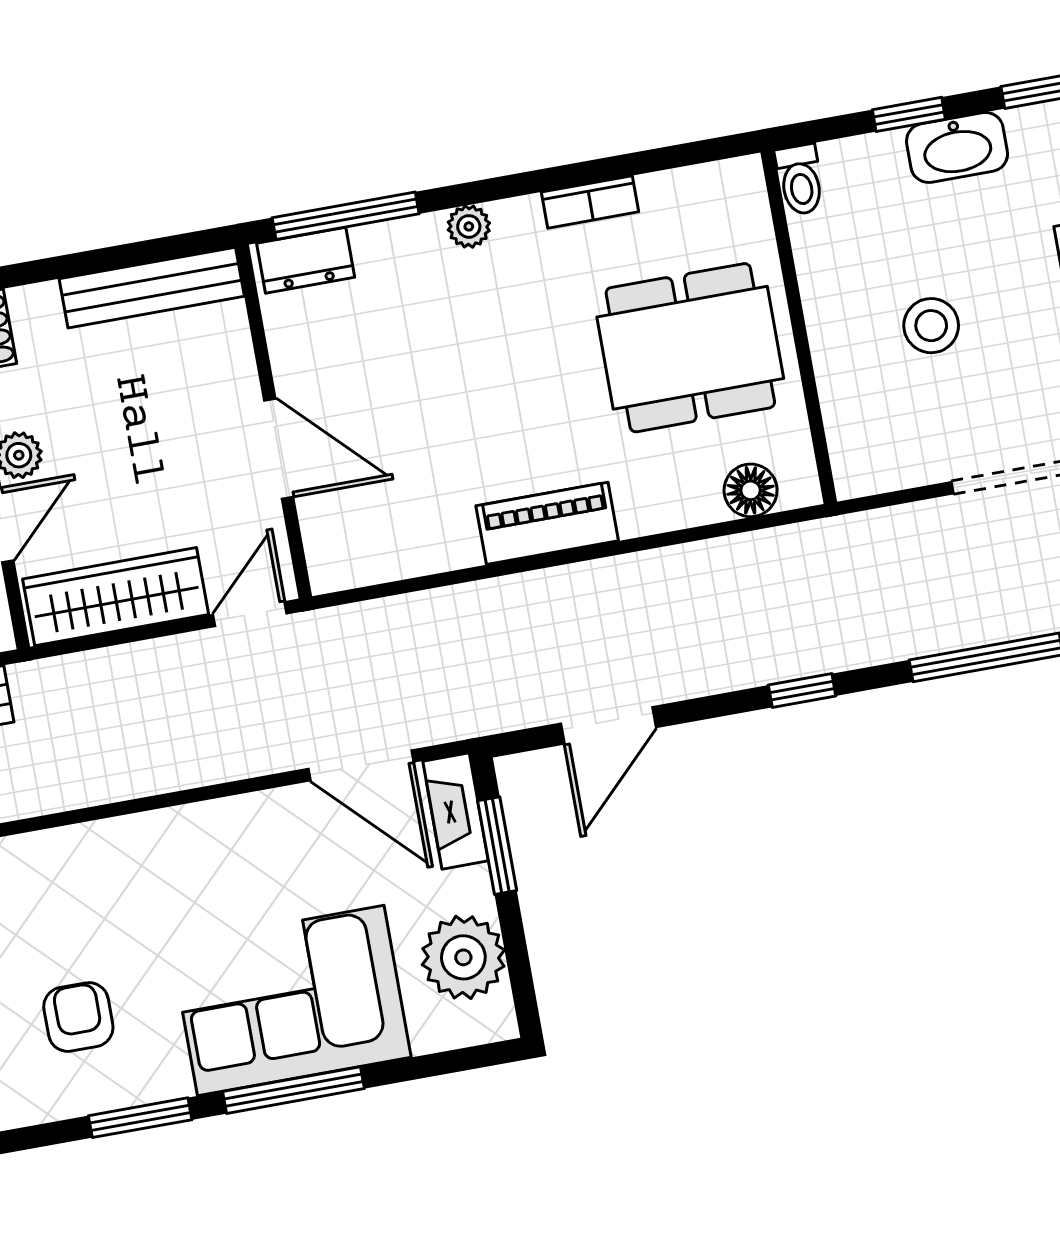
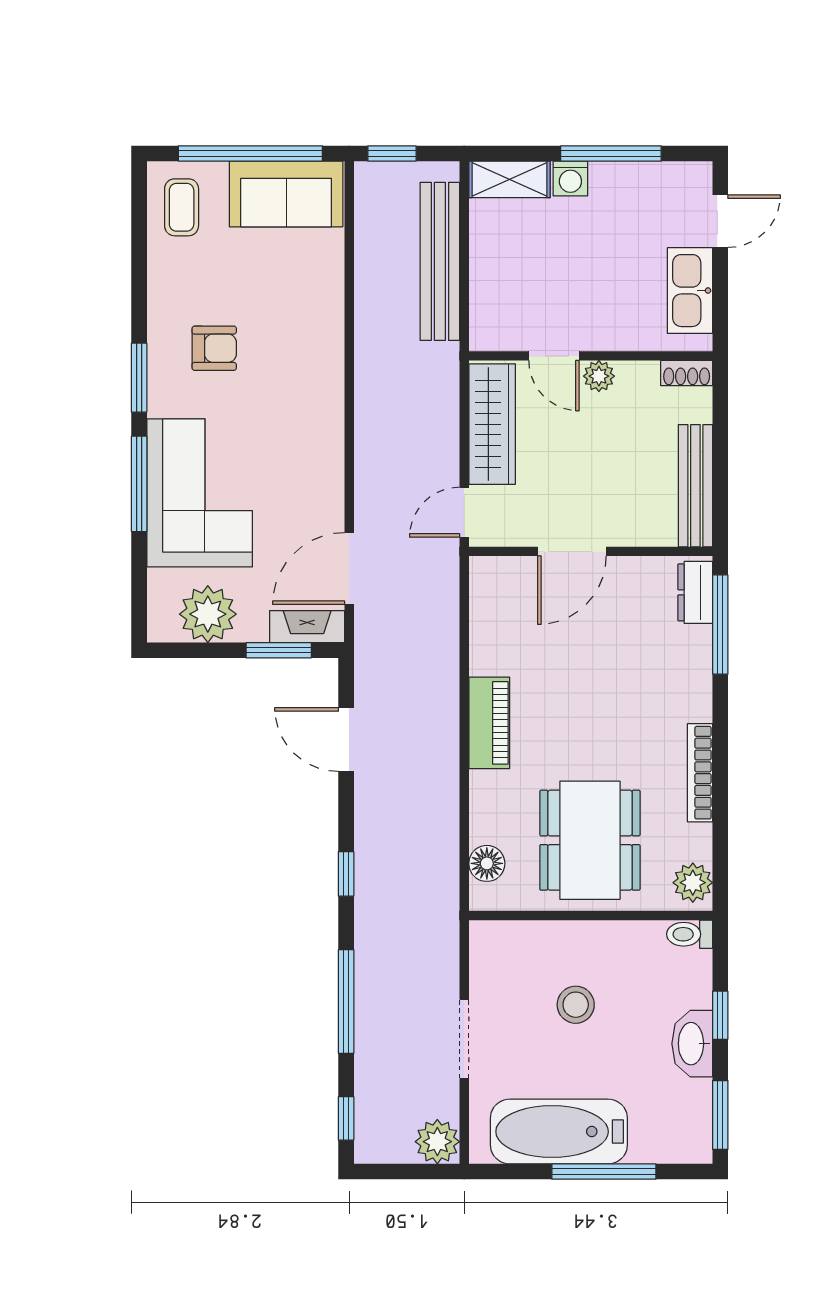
bookcase: (590, 202) -> (700, 773), width x1.56
plant: (469, 226) -> (693, 883), moved, width x1.38, depth x1.38
door: (250, 614) -> (464, 512), swing flipped

